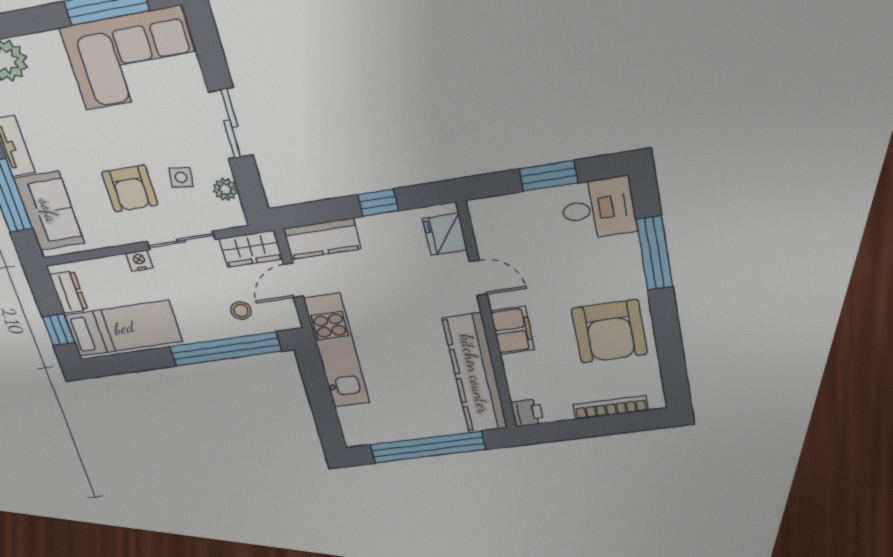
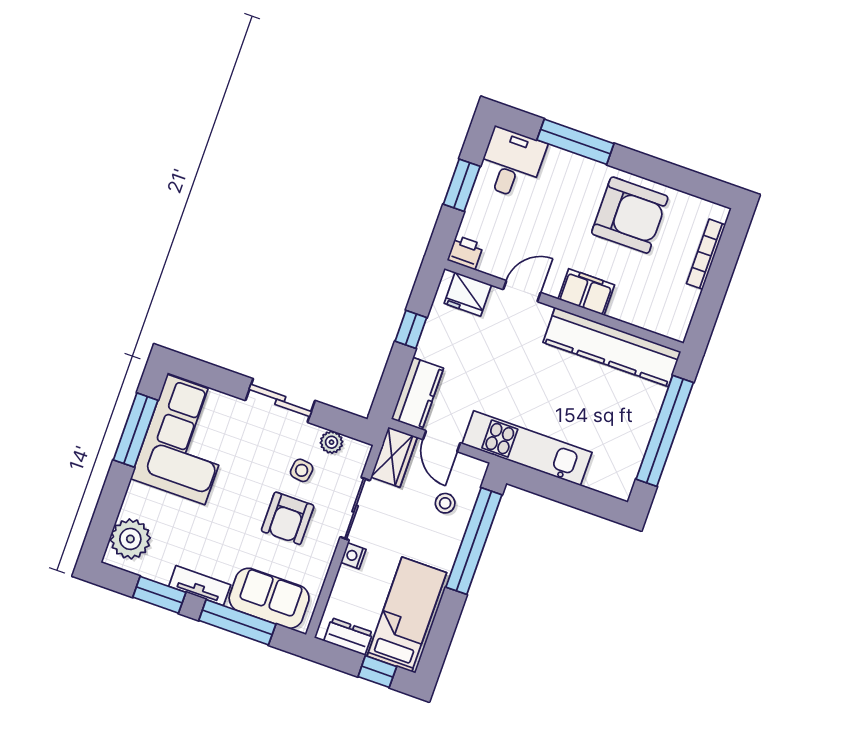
armchair: (130, 189) -> (288, 518), turned 90
printer: (527, 413) -> (465, 253), moved

